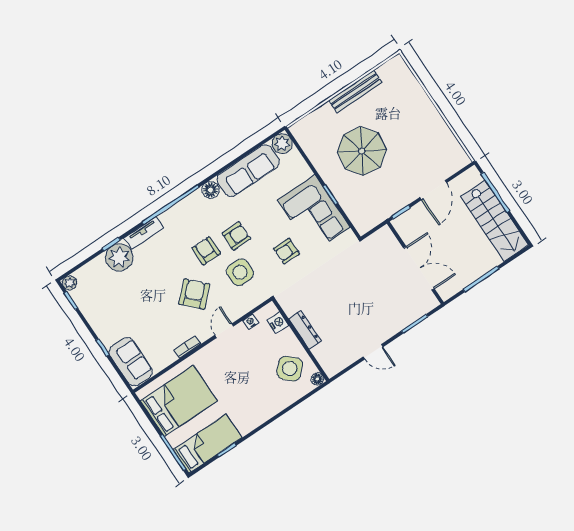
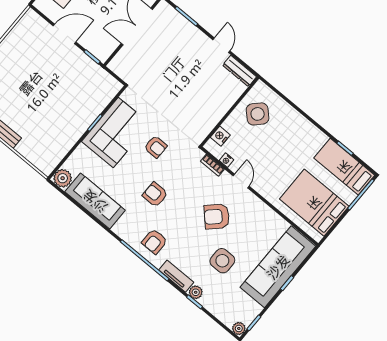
parasol: (362, 151) -> (49, 107), removed
floor lamp: (210, 190) -> (122, 229), removed
armchair: (206, 251) -> (154, 242), moved
plant: (119, 257) -> (196, 292), width x0.53, depth x0.53
side table: (240, 272) -> (222, 261), moved
dresser: (305, 330) -> (240, 71), moved, turned -90
door: (224, 331) -> (241, 181), swing flipped
bookcase: (188, 347) -> (212, 165), moved
sofa: (131, 362) -> (278, 267), width x1.85, depth x1.27
floor lamp: (317, 379) -> (260, 87), removed

